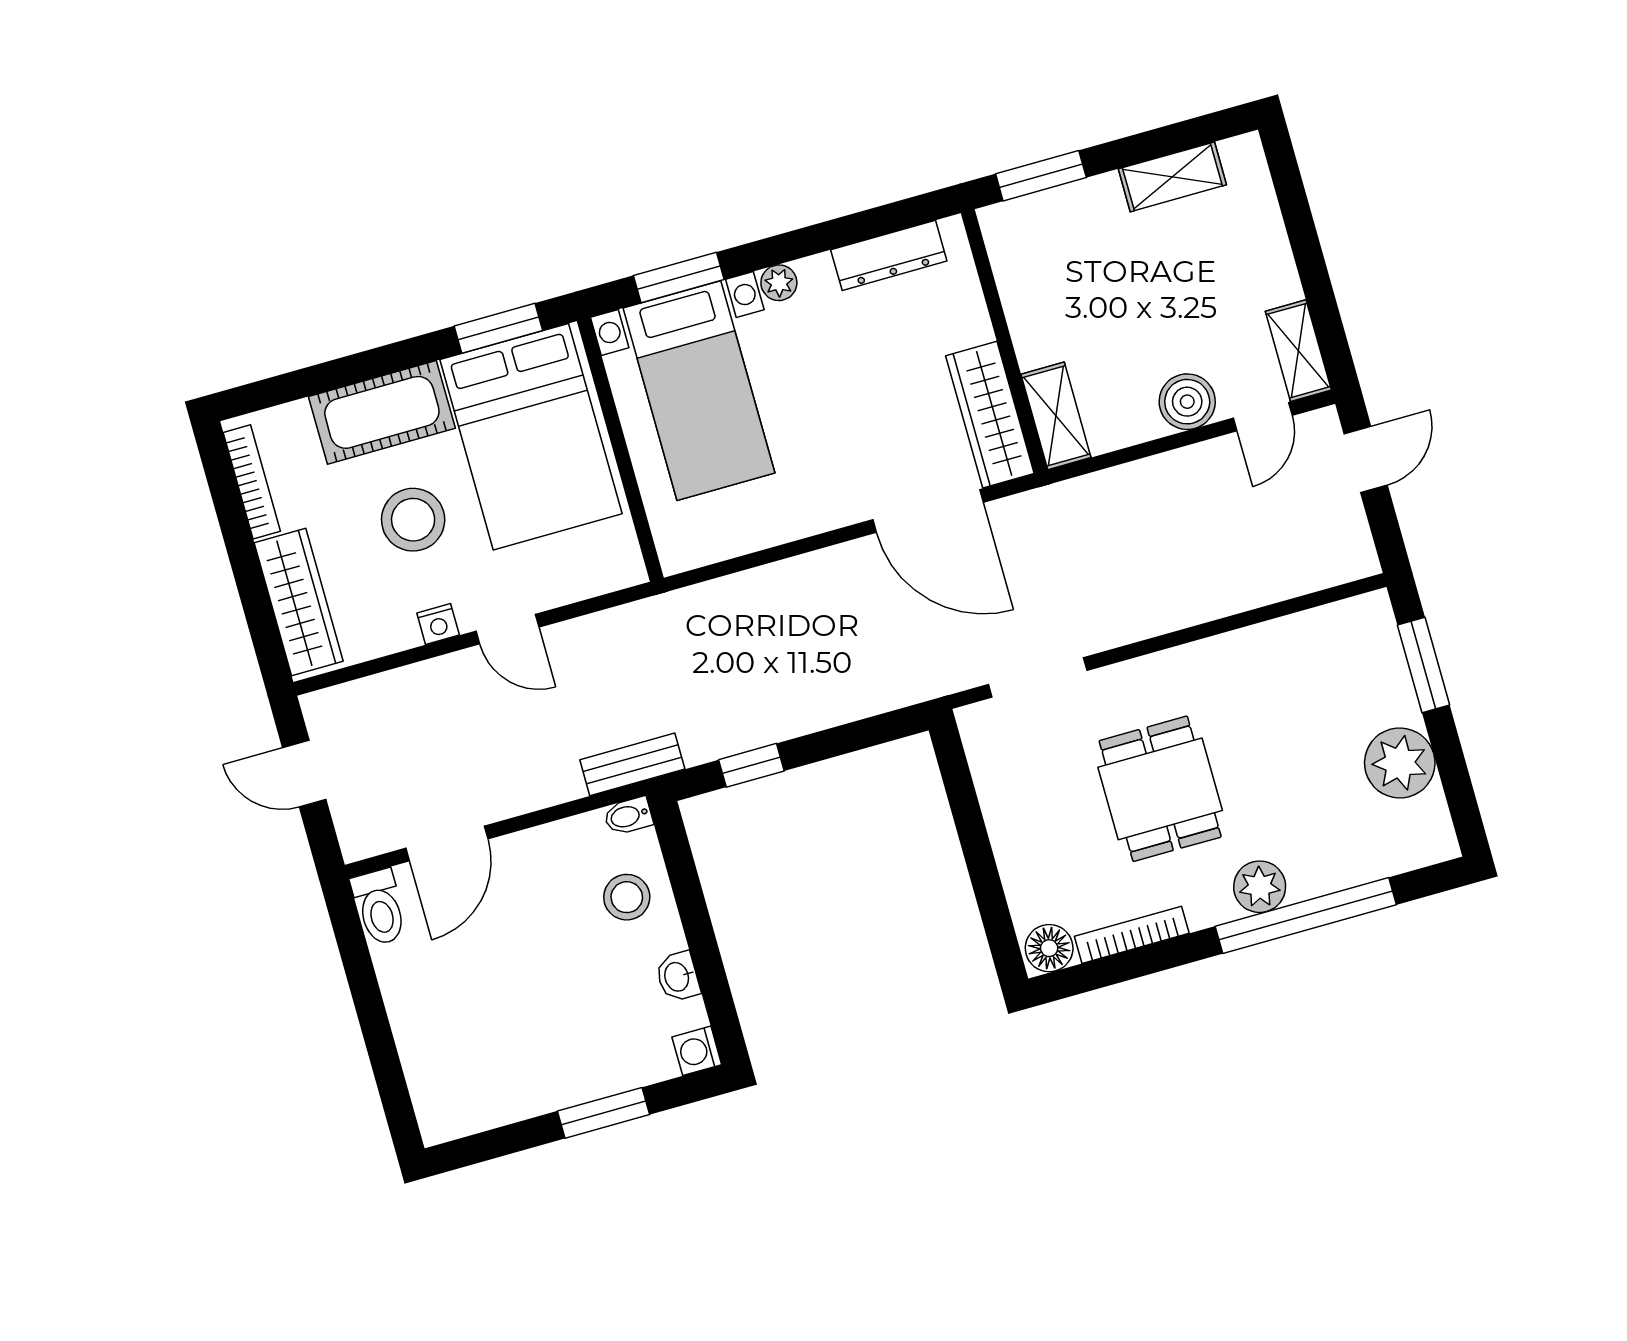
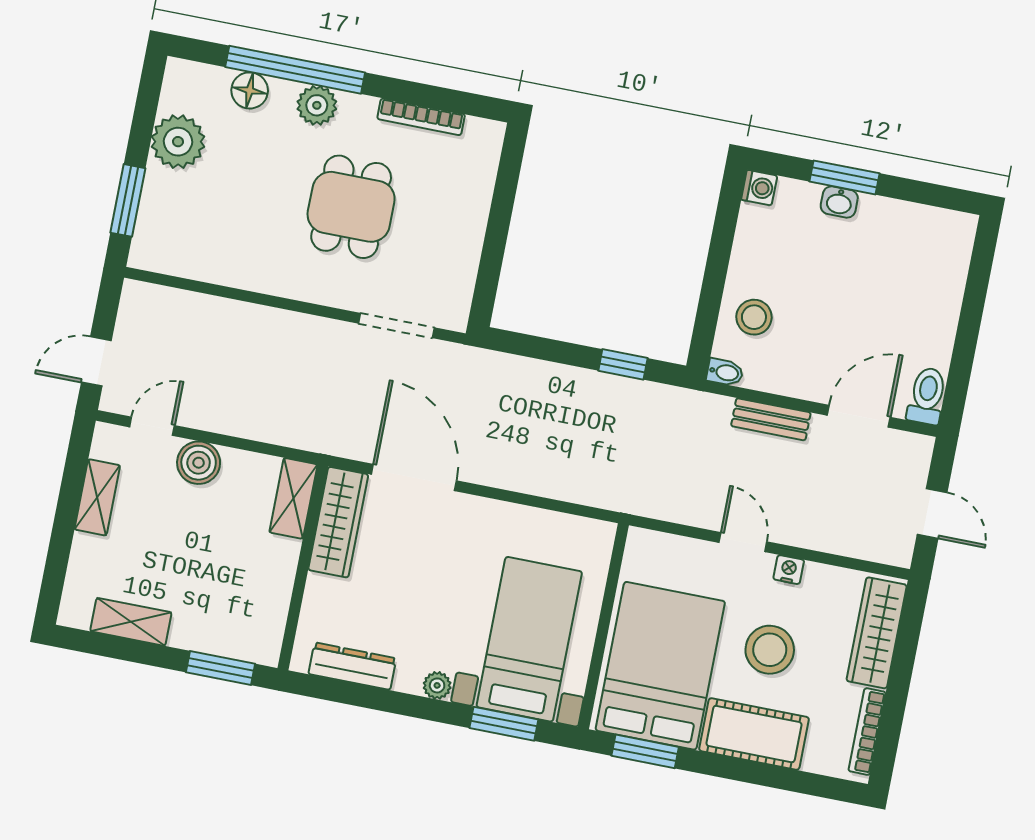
shelving: (1298, 351) -> (97, 497), moved
bench: (632, 764) -> (771, 419), moved
floor lamp: (1049, 948) -> (250, 90), moved
washbasin: (678, 977) -> (839, 202), moved, turned 90

